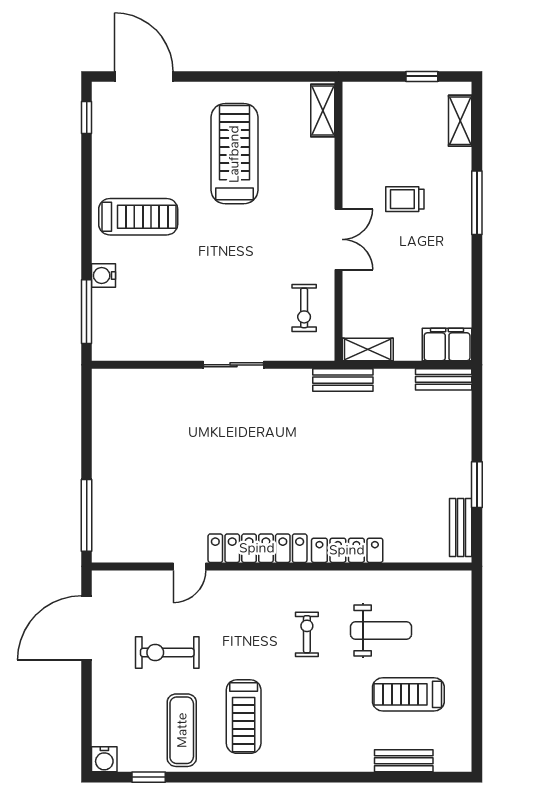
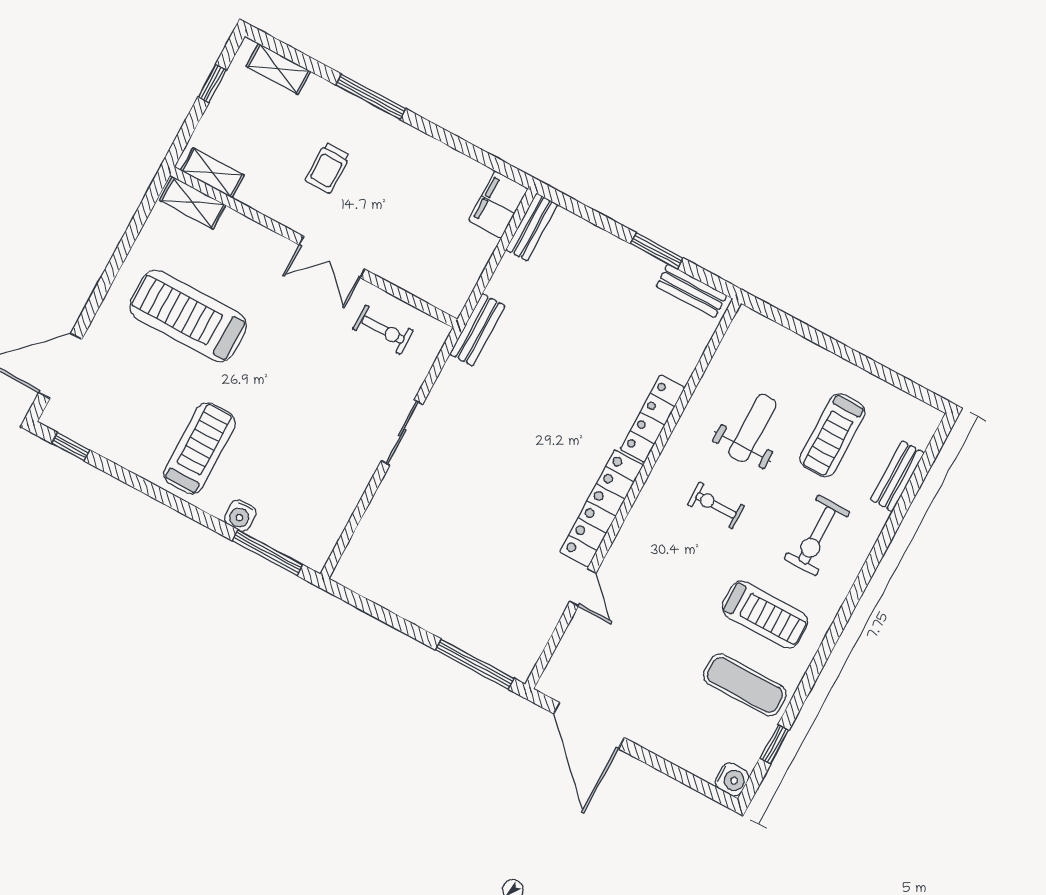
double door: (339, 239) -> (332, 257), swing flipped
shelving: (368, 350) -> (212, 173), moved, turned 90
exercise bike: (167, 653) -> (817, 535), moved

